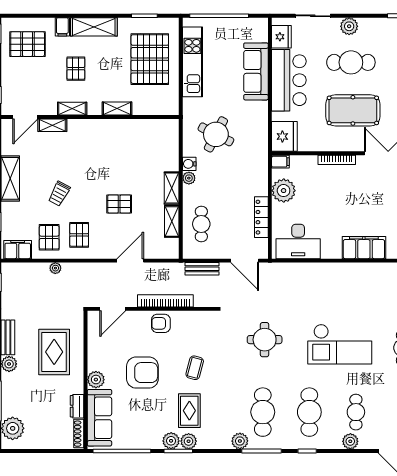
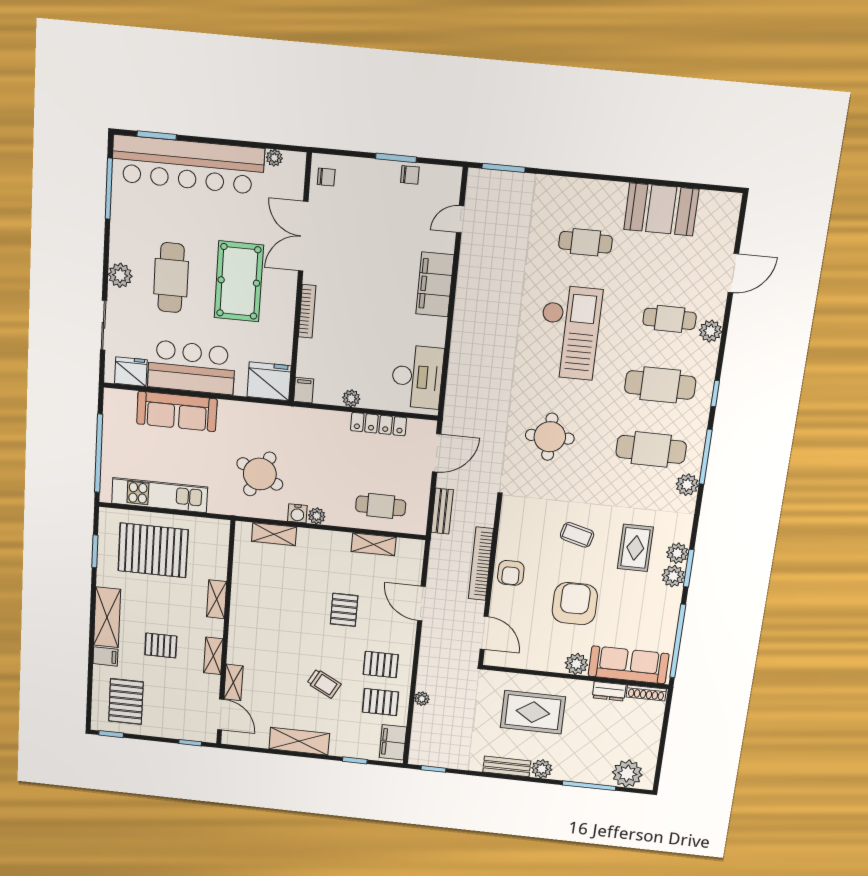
shelving: (172, 188) -> (274, 534), moved
plant: (284, 191) -> (351, 398), width x0.53, depth x0.53
rug: (189, 411) -> (635, 548), turned 90

